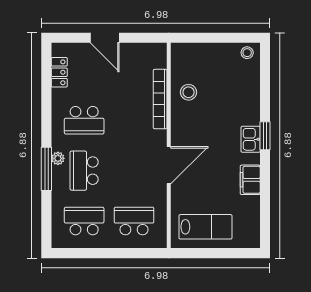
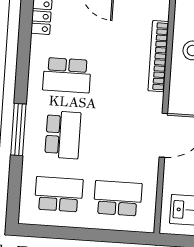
plant: (58, 158) -> (33, 118), removed
school desk: (84, 171) -> (63, 135), turned 180

